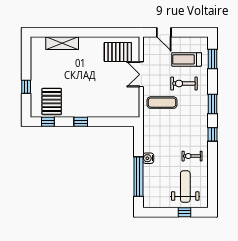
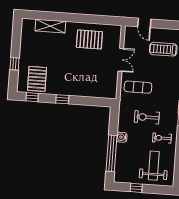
pallet: (118, 52) -> (89, 39), moved
double door: (141, 74) -> (121, 60), swing flipped
exercise bike: (184, 84) -> (147, 117), moved
window: (184, 212) -> (136, 188), moved

